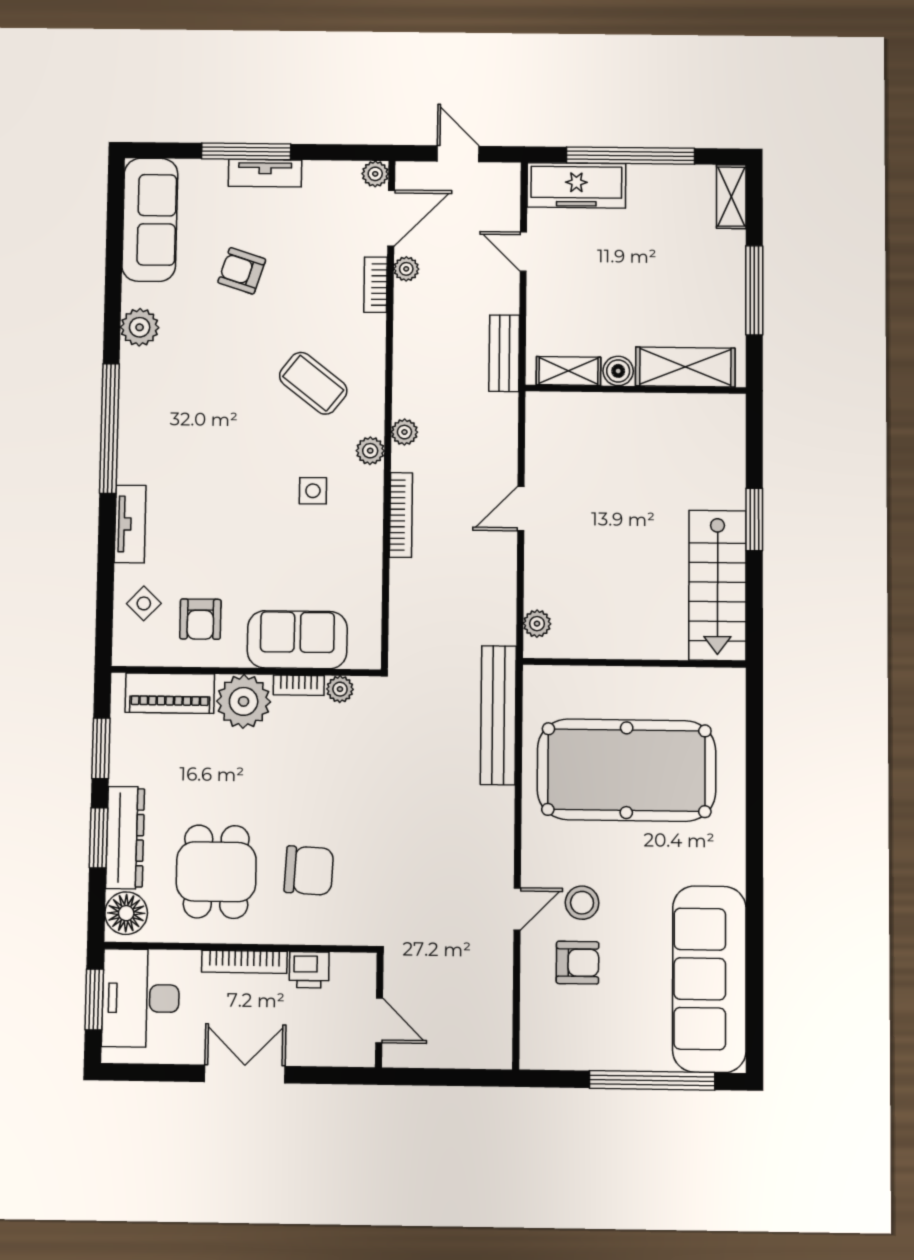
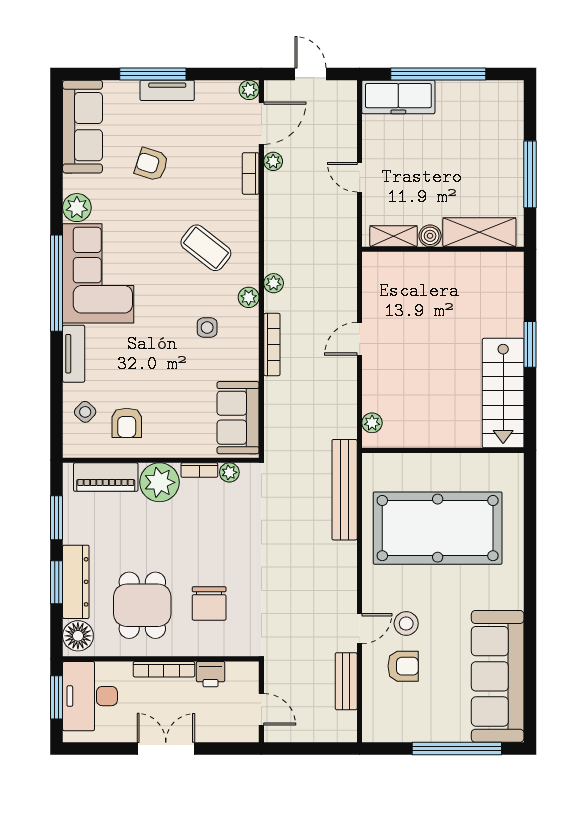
shelving: (731, 197) -> (513, 104), removed
door: (523, 252) -> (360, 177), moved
bench: (504, 353) -> (346, 681), moved
corner sofa: (166, 416) -> (98, 273), added
sofa: (297, 640) -> (238, 418), moved, turned -90
chair: (309, 870) -> (209, 603), turned 87

